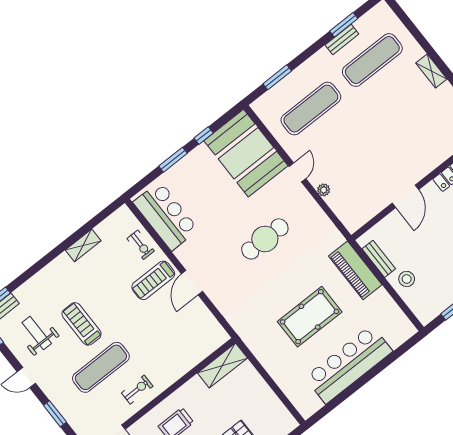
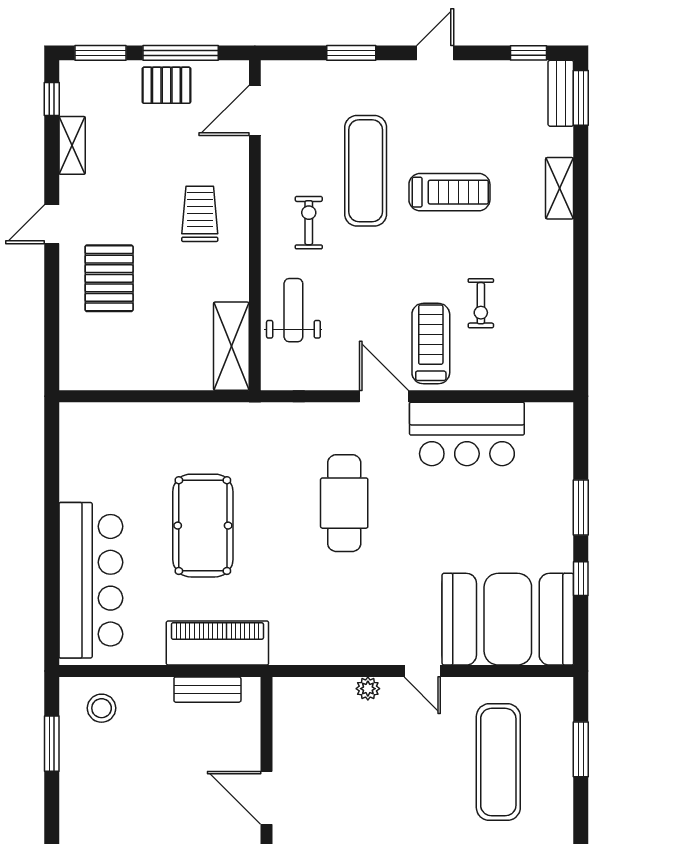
bar counter: (166, 216) -> (467, 434), moved
cafe table: (265, 239) -> (344, 503), moved
shelving: (83, 245) -> (560, 188), moved
exercise bike: (141, 245) -> (481, 303), moved, turned -90
stool: (407, 279) -> (102, 708), moved
weight bench: (37, 333) -> (293, 310), moved, turned -90
bar counter: (349, 364) -> (91, 580), moved
exercise bike: (137, 390) -> (309, 223), moved, turned 180

